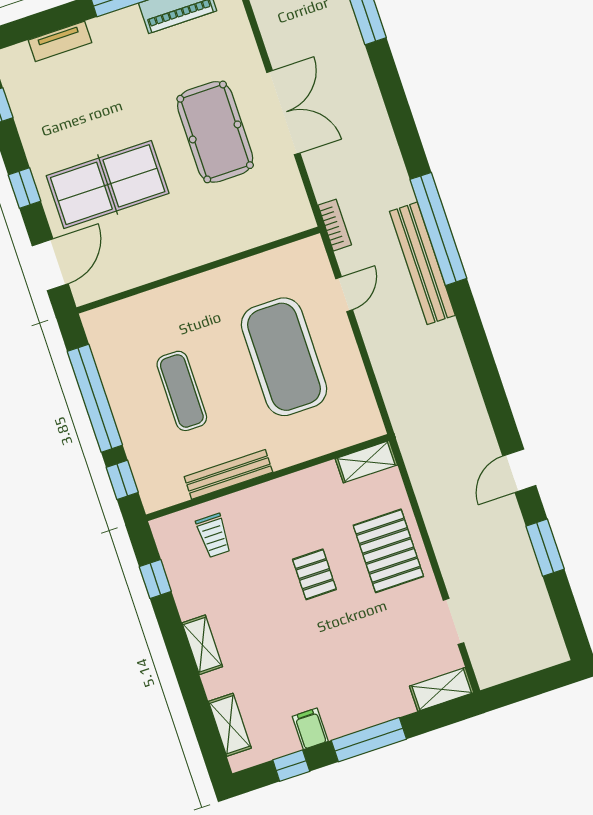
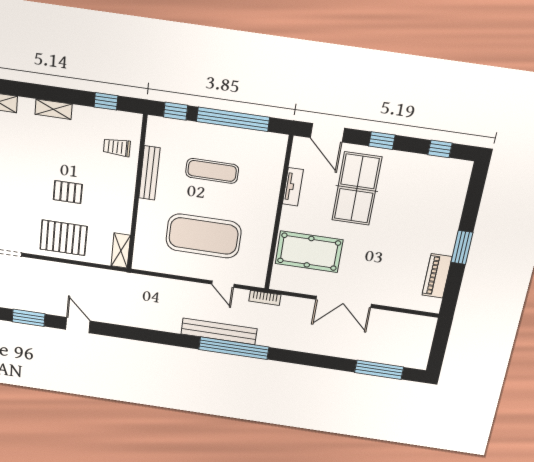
tv unit: (60, 41) -> (293, 187), moved, turned 180
pool table: (215, 132) -> (309, 252), moved

